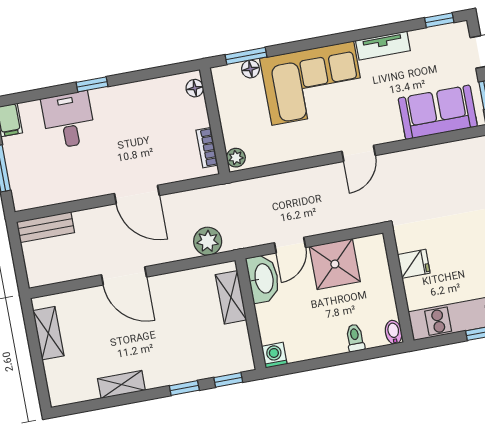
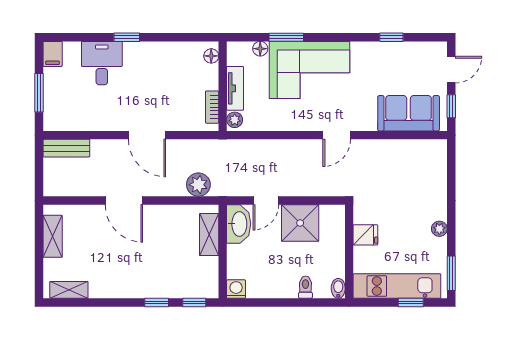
window: (439, 20) -> (391, 37), moved
tv unit: (383, 46) -> (235, 88), moved, turned -90
window: (246, 56) -> (286, 37), moved
shelving: (121, 384) -> (69, 290), moved

